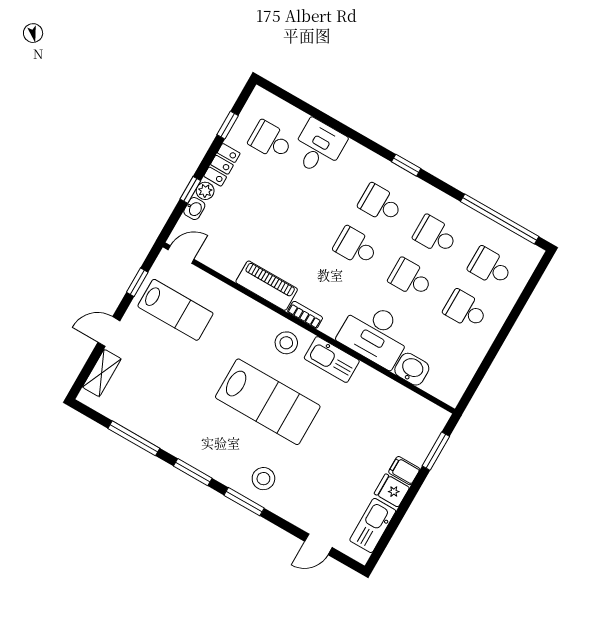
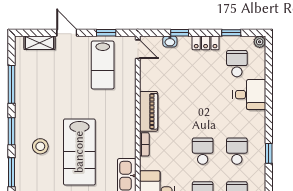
plant: (205, 191) -> (260, 42), moved
stool: (286, 343) -> (121, 143), removed
stool: (263, 479) -> (40, 146), moved

